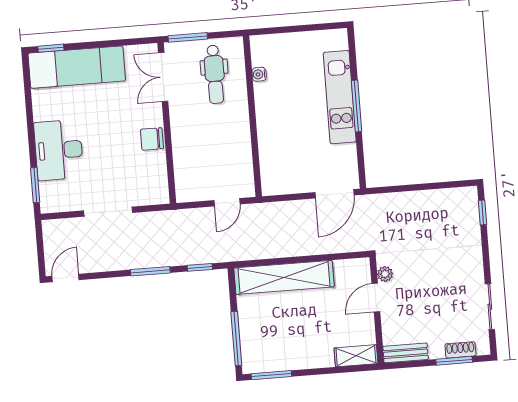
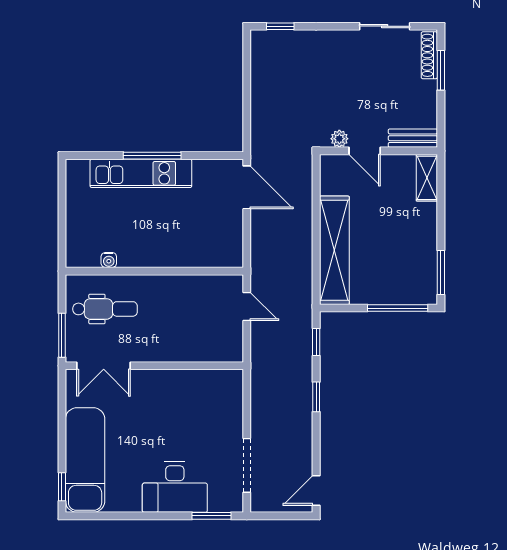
chair: (152, 139) -> (171, 384), removed
doorway: (108, 212) -> (247, 465), moved
window: (150, 271) -> (316, 397), width x0.67
door: (66, 278) -> (316, 491), hinge flipped
shoe rack: (460, 350) -> (429, 55), width x1.43
bench: (406, 353) -> (413, 138), moved, turned 90

